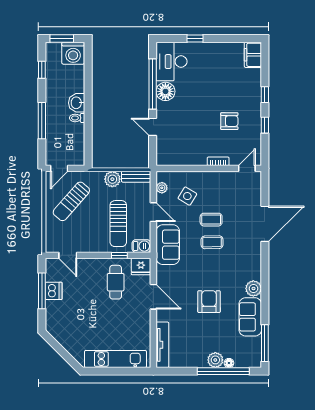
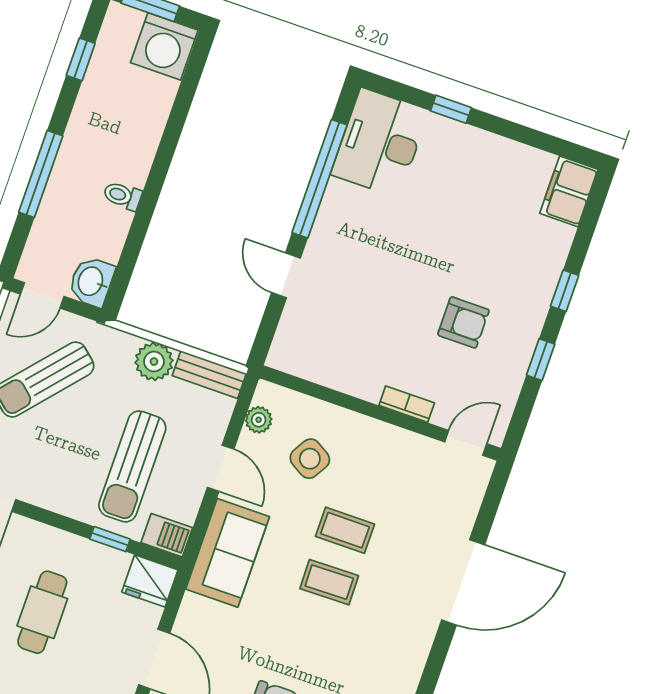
floor lamp: (165, 91) -> (343, 205), removed
washbasin: (77, 103) -> (91, 282), moved
cafe table: (116, 282) -> (42, 612), moved

